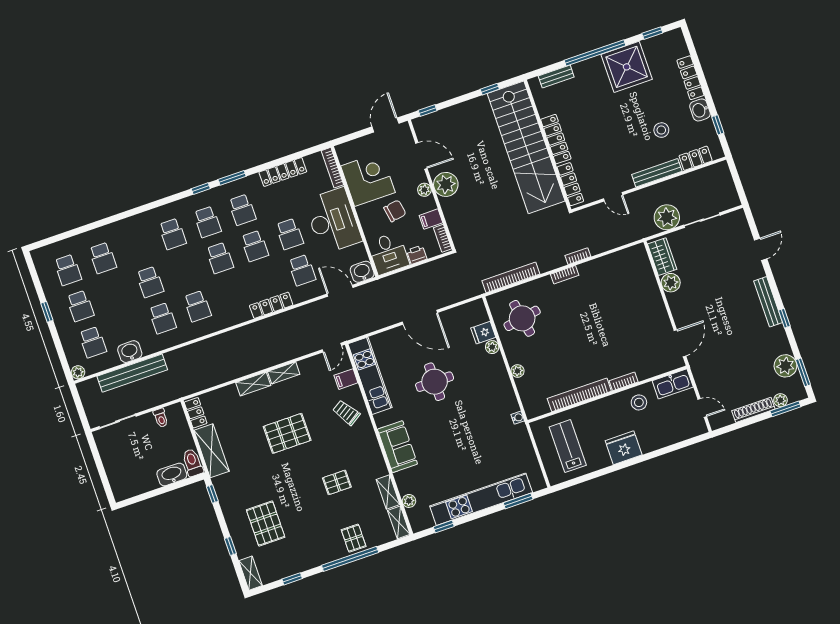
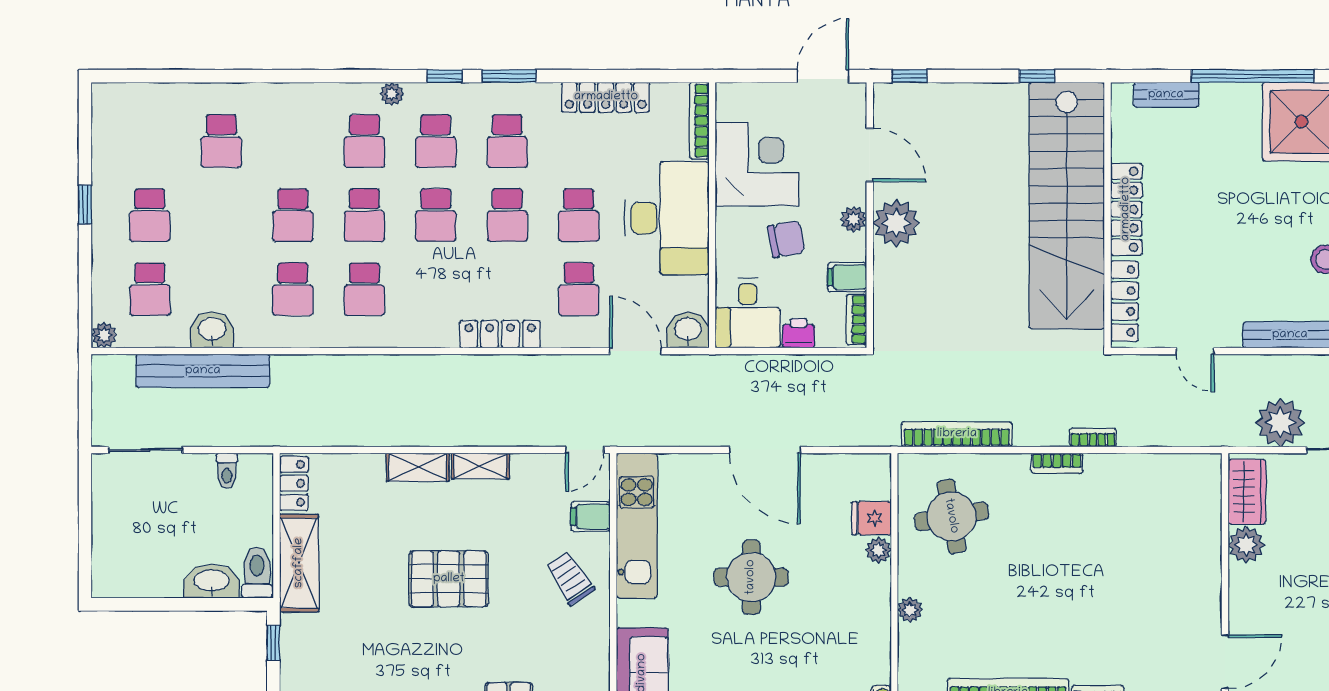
plant: (178, 206) -> (392, 94), added
school desk: (68, 270) -> (364, 215), moved

